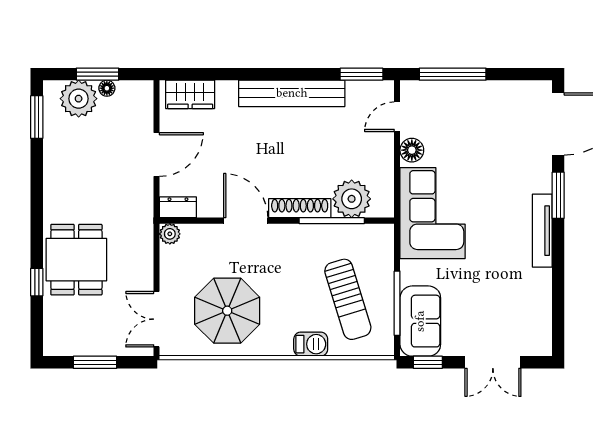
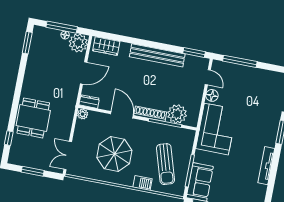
window: (98, 74) -> (62, 27), width x1.44
plant: (79, 99) -> (78, 43), moved
door: (397, 117) -> (208, 77), swing flipped
tv unit: (542, 231) -> (266, 166), moved
window: (37, 282) -> (9, 138), moved
parasol: (227, 311) -> (114, 154), moved

